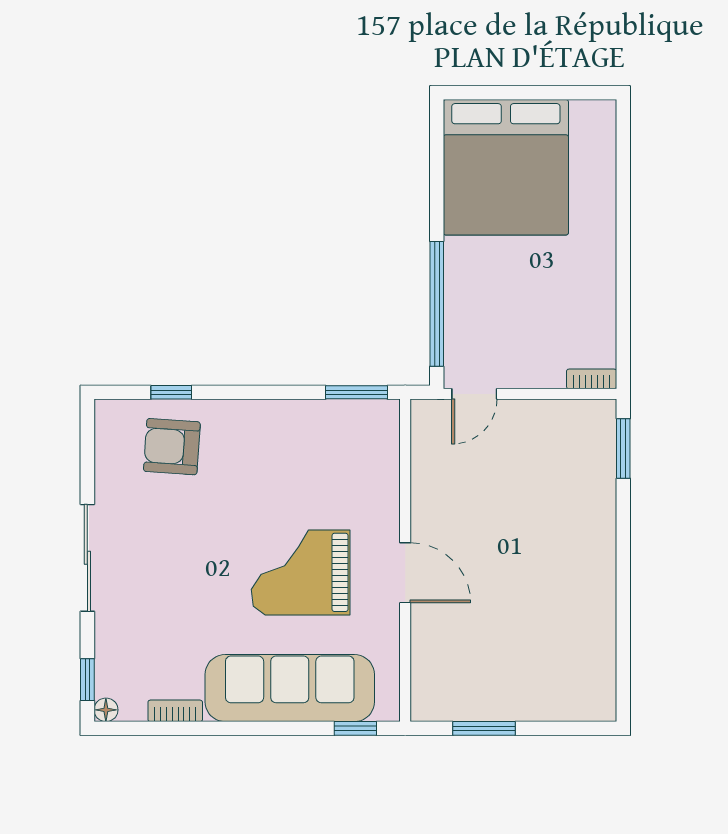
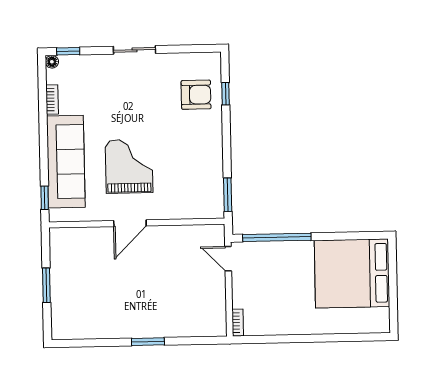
armchair: (172, 447) -> (196, 95), turned 86
window: (623, 449) -> (148, 342), moved
sliding door: (87, 558) -> (134, 50), width x0.73
window: (484, 728) -> (46, 285), moved

